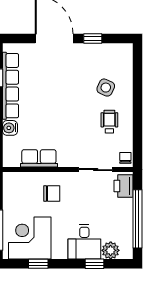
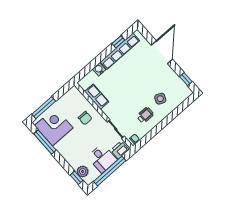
window: (93, 38) -> (186, 79), moved
desk: (84, 242) -> (102, 158), moved, turned -90
window: (38, 264) -> (45, 142), width x2.17
window: (94, 264) -> (76, 178), moved

